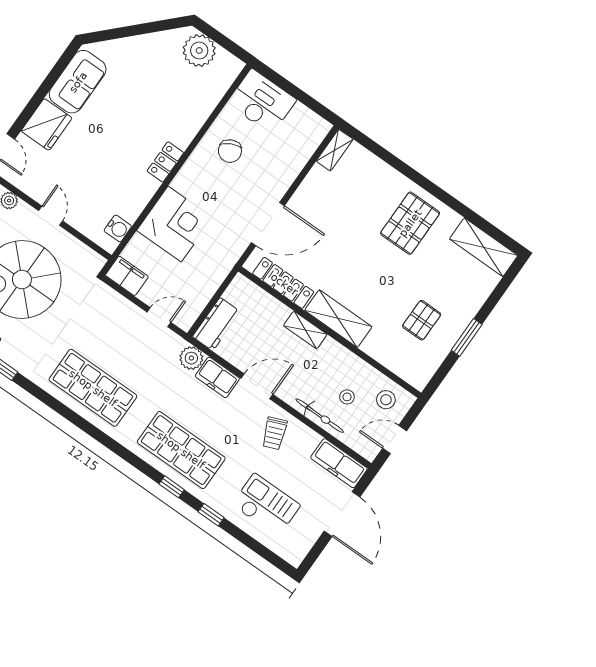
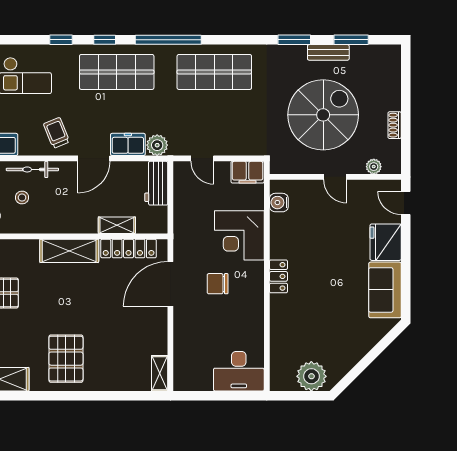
chair: (230, 151) -> (218, 284), moved, turned -64
door: (159, 317) -> (202, 158), hinge flipped
shelving: (305, 330) -> (117, 225), moved
window: (114, 446) -> (168, 40), added

